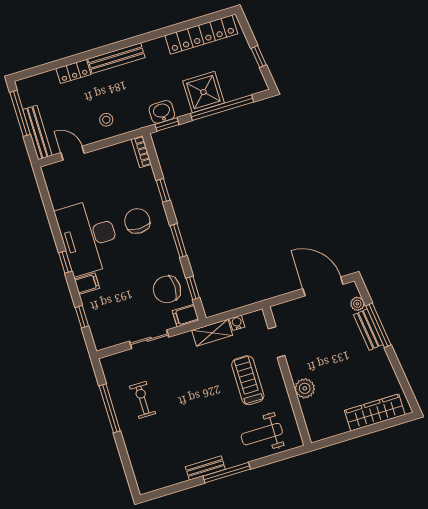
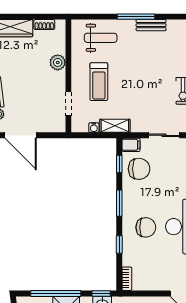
chair: (137, 221) -> (146, 227), turned -90
shoe rack: (335, 429) -> (44, 25), added

